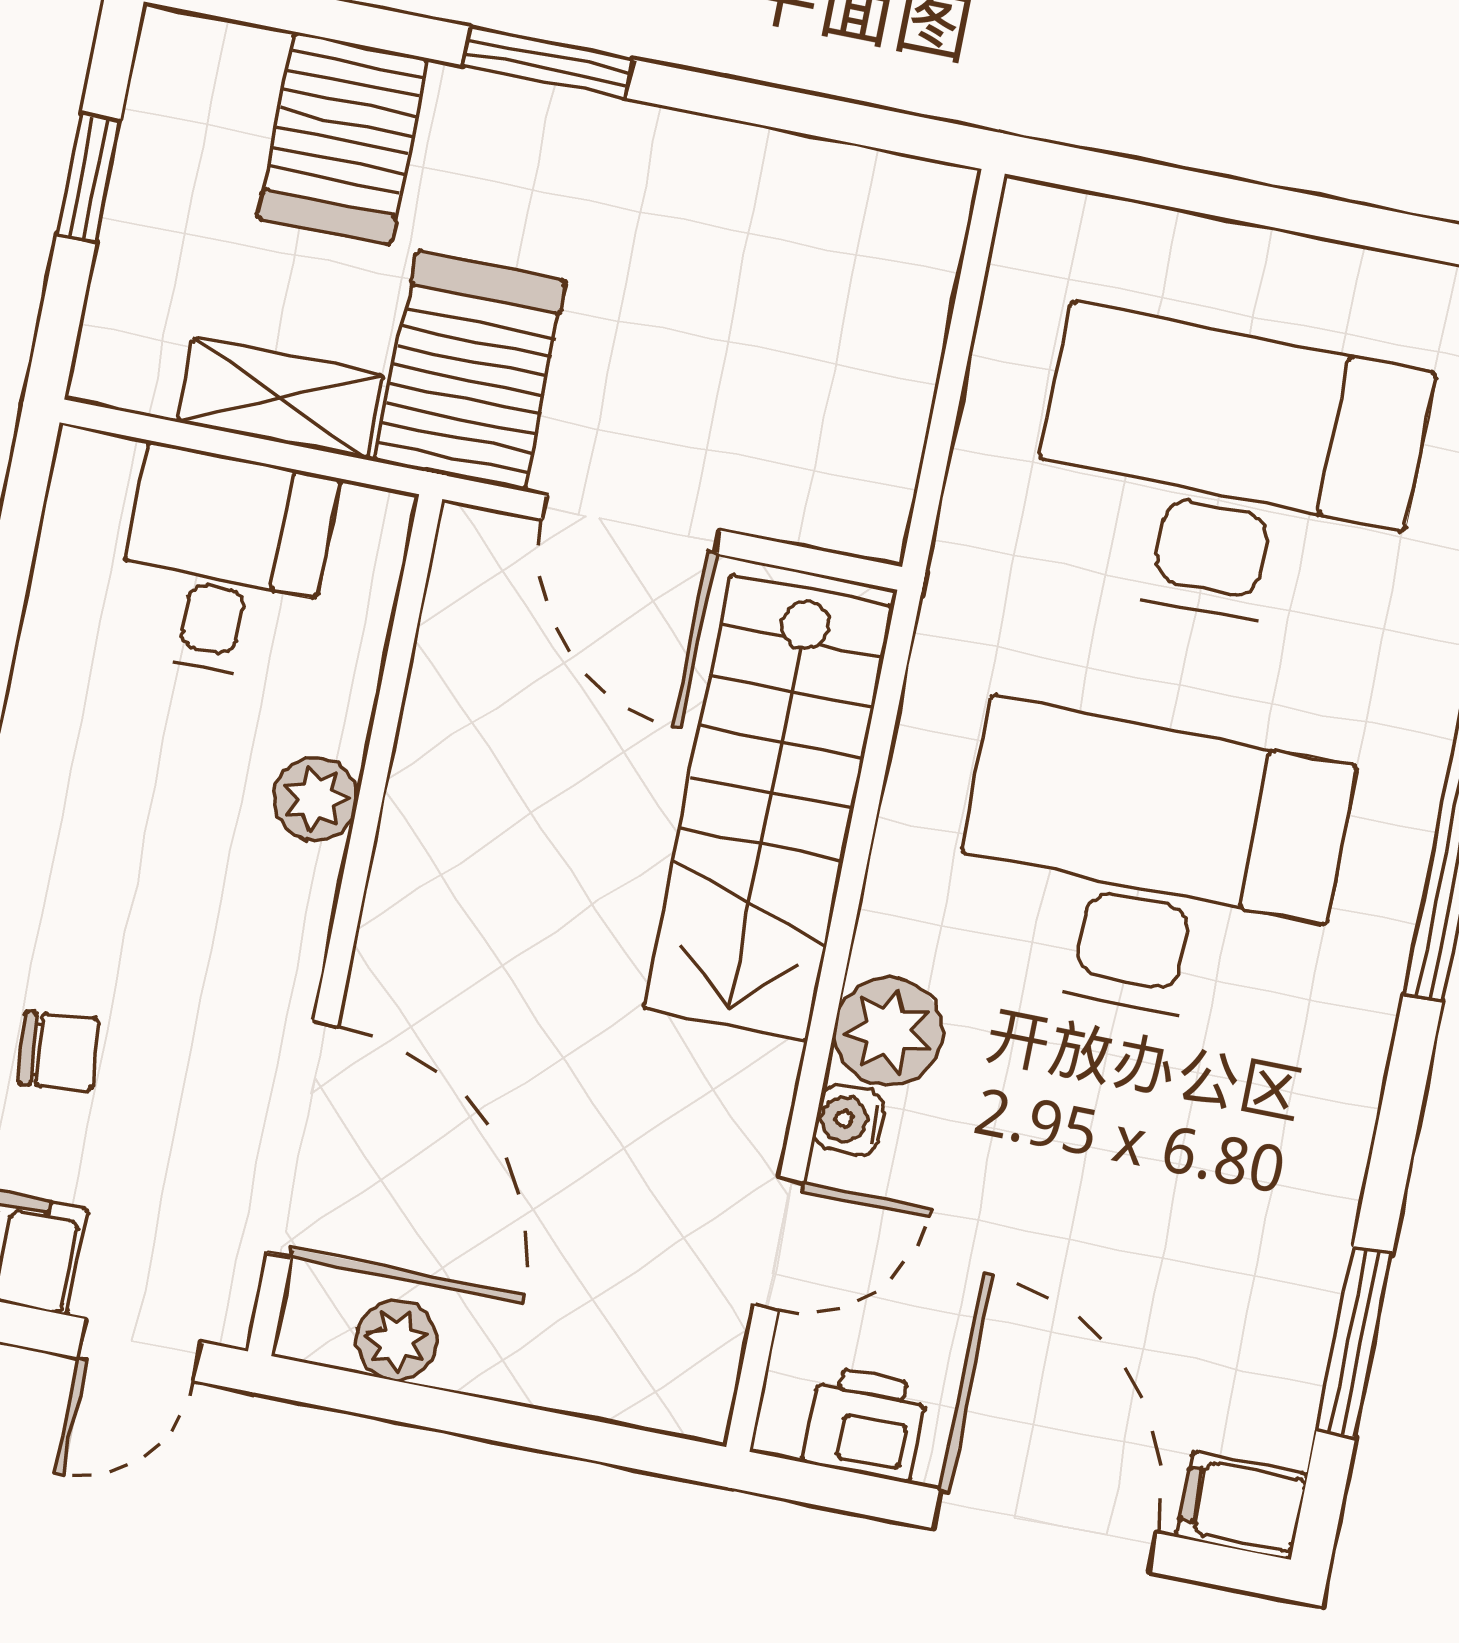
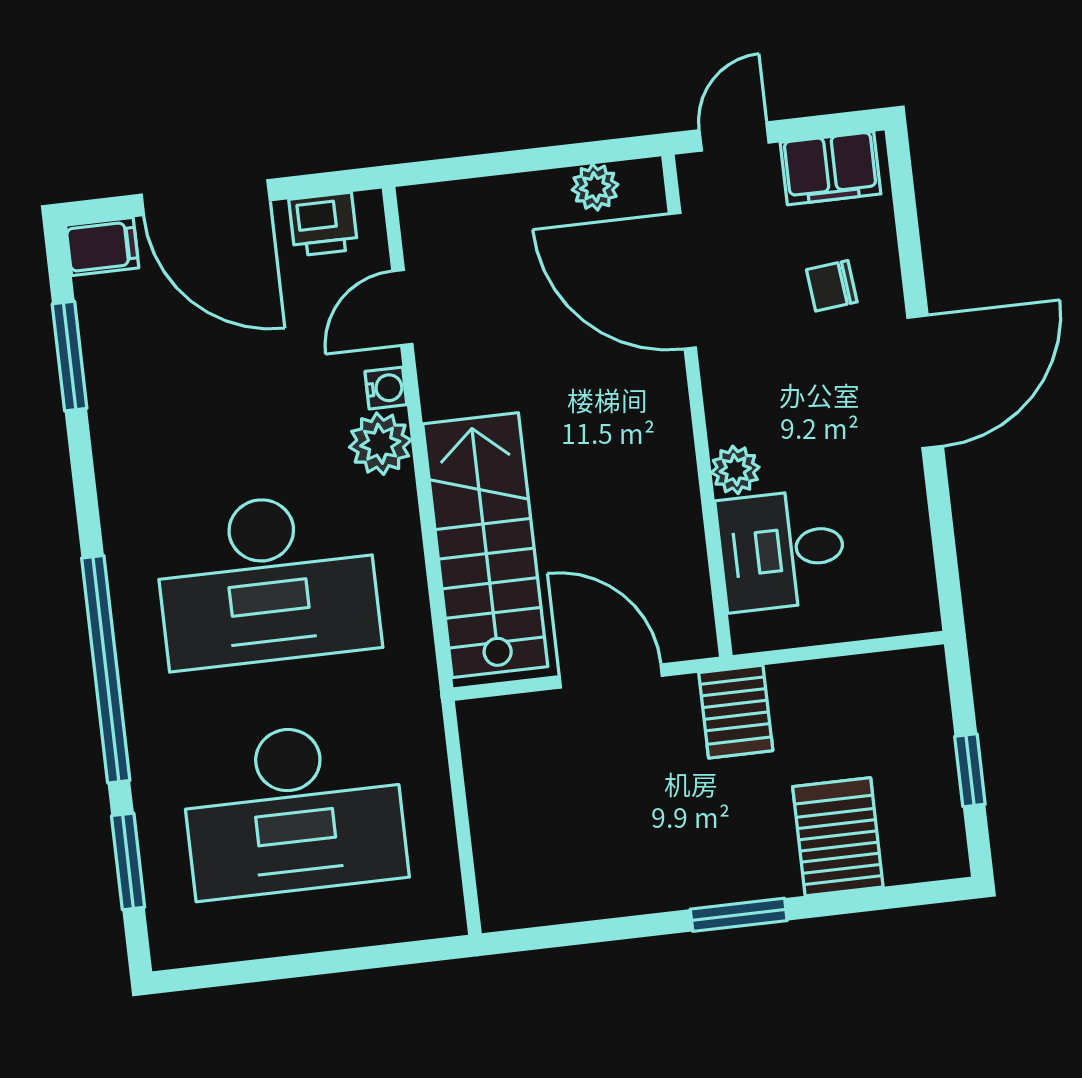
server rack: (471, 371) -> (736, 712), width x0.73, depth x0.70
shelving: (281, 398) -> (826, 683), removed
desk: (224, 563) -> (782, 550), moved, turned 90

